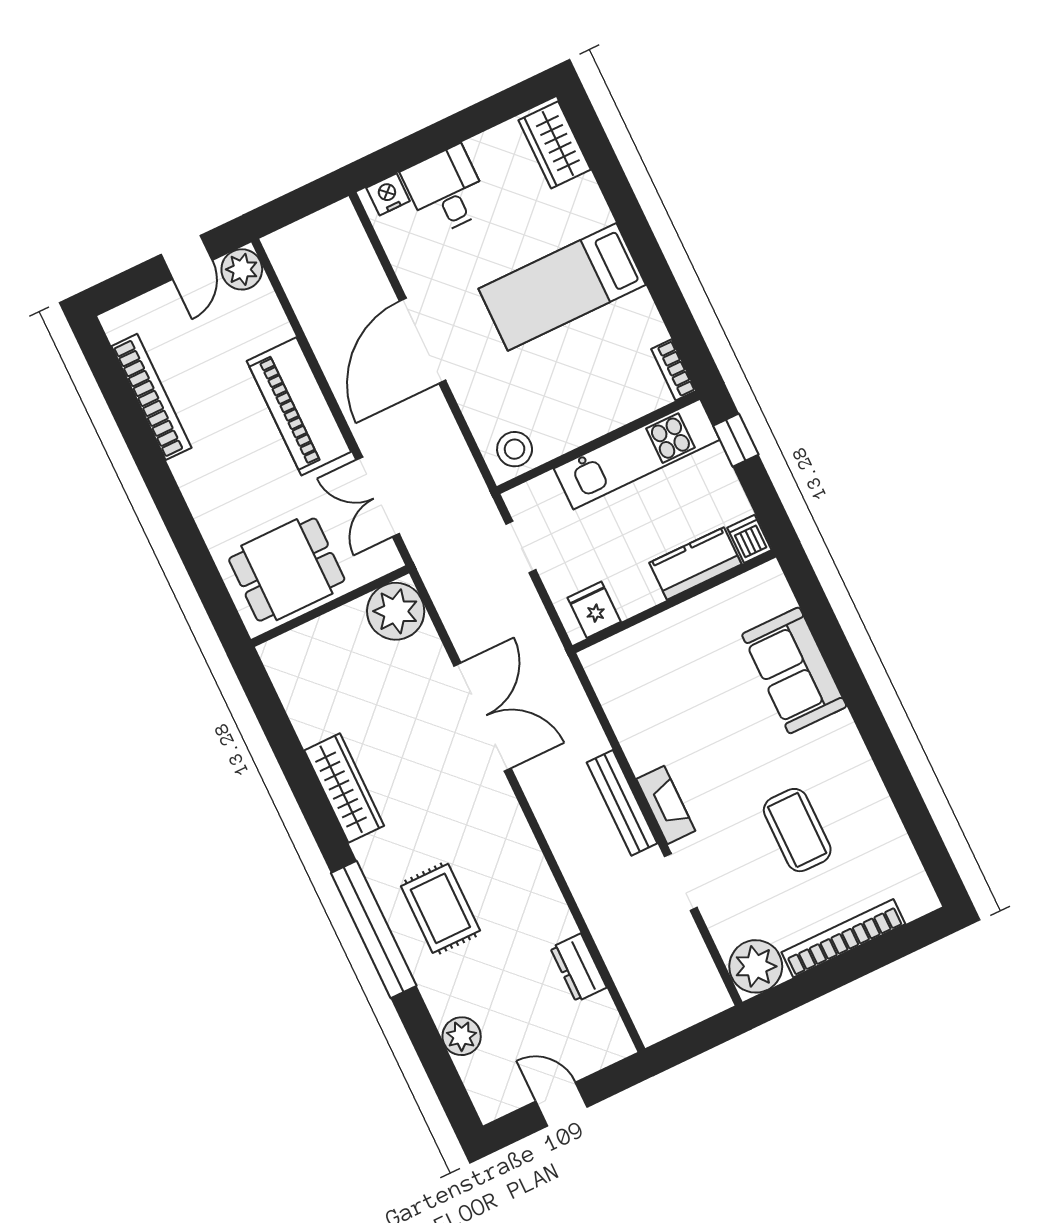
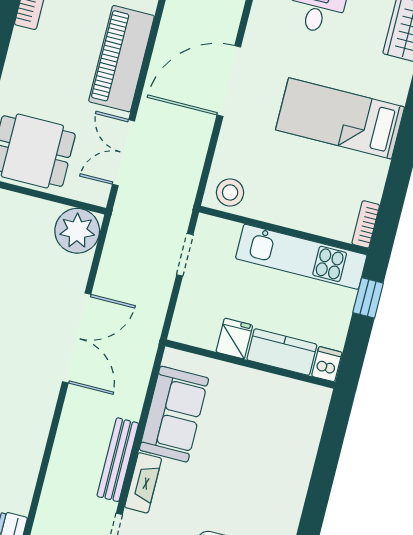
fridge: (594, 610) -> (234, 339), moved
sofa: (794, 670) -> (174, 414), moved, turned 180

